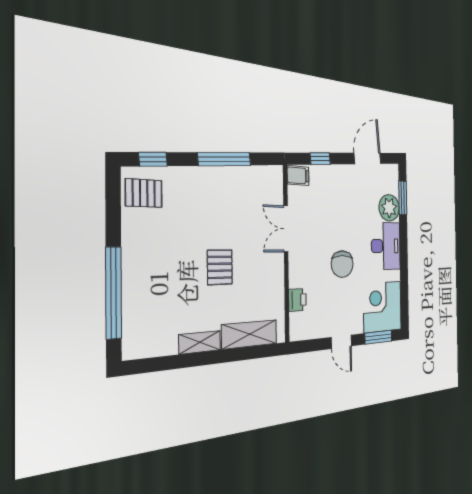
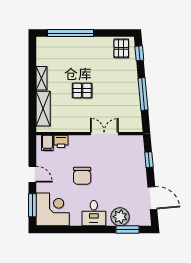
filing cabinet: (298, 175) -> (47, 143), moved
desk: (386, 246) -> (94, 213), width x0.73
chair: (342, 264) -> (82, 176), turned -90
door: (341, 342) -> (32, 174), swing flipped

